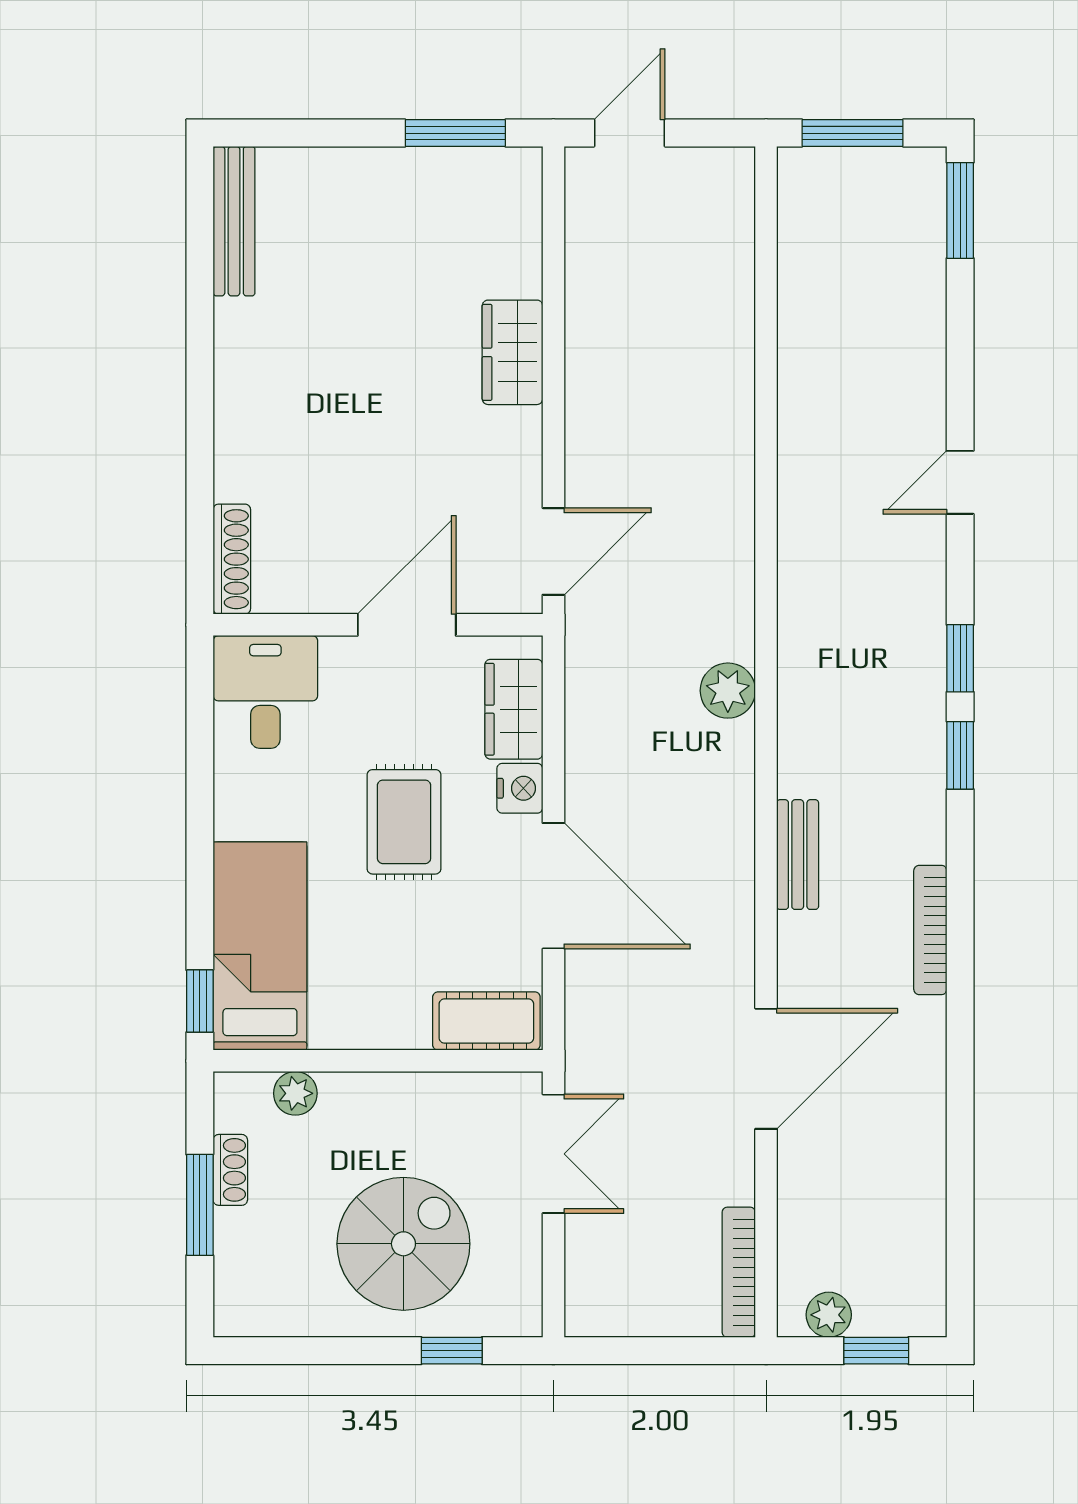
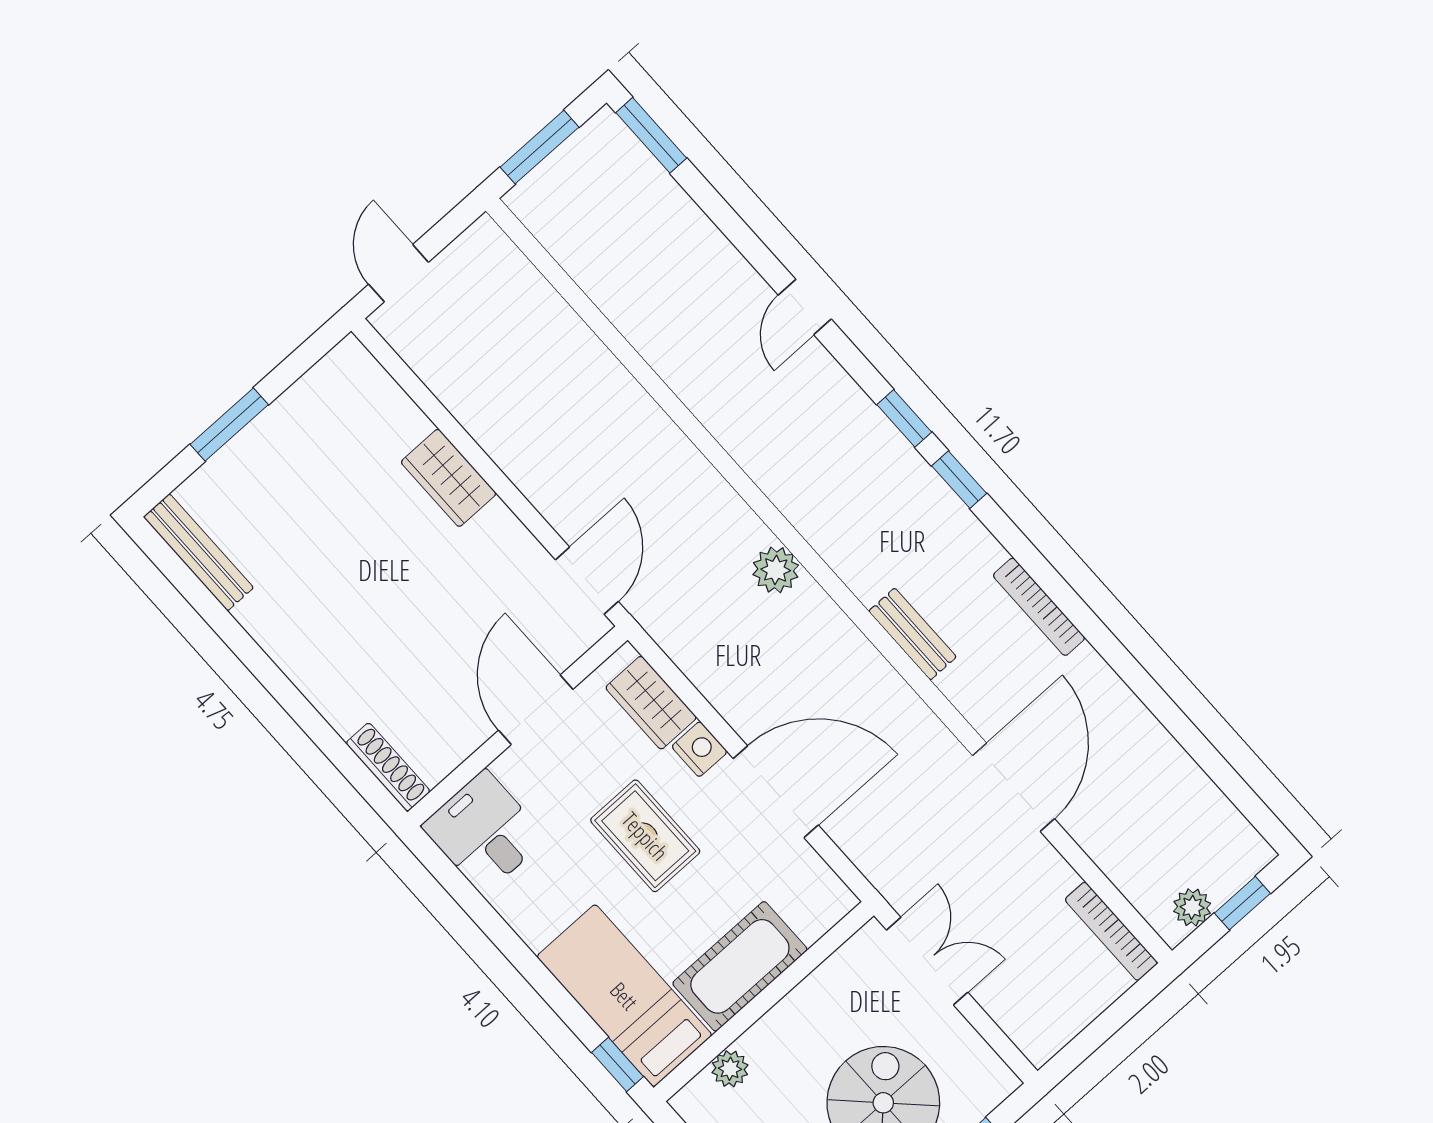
window: (455, 133) -> (229, 425), moved
cot: (486, 1021) -> (740, 966), moved, width x1.37, depth x1.34

